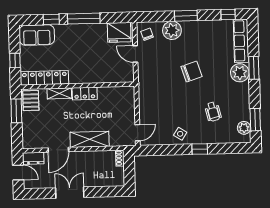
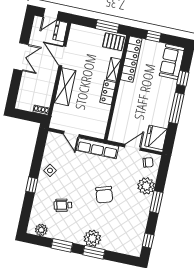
row of seats: (241, 41) -> (98, 148), moved, turned 180
window: (255, 120) -> (62, 245), moved
door: (138, 133) -> (71, 134), moved

